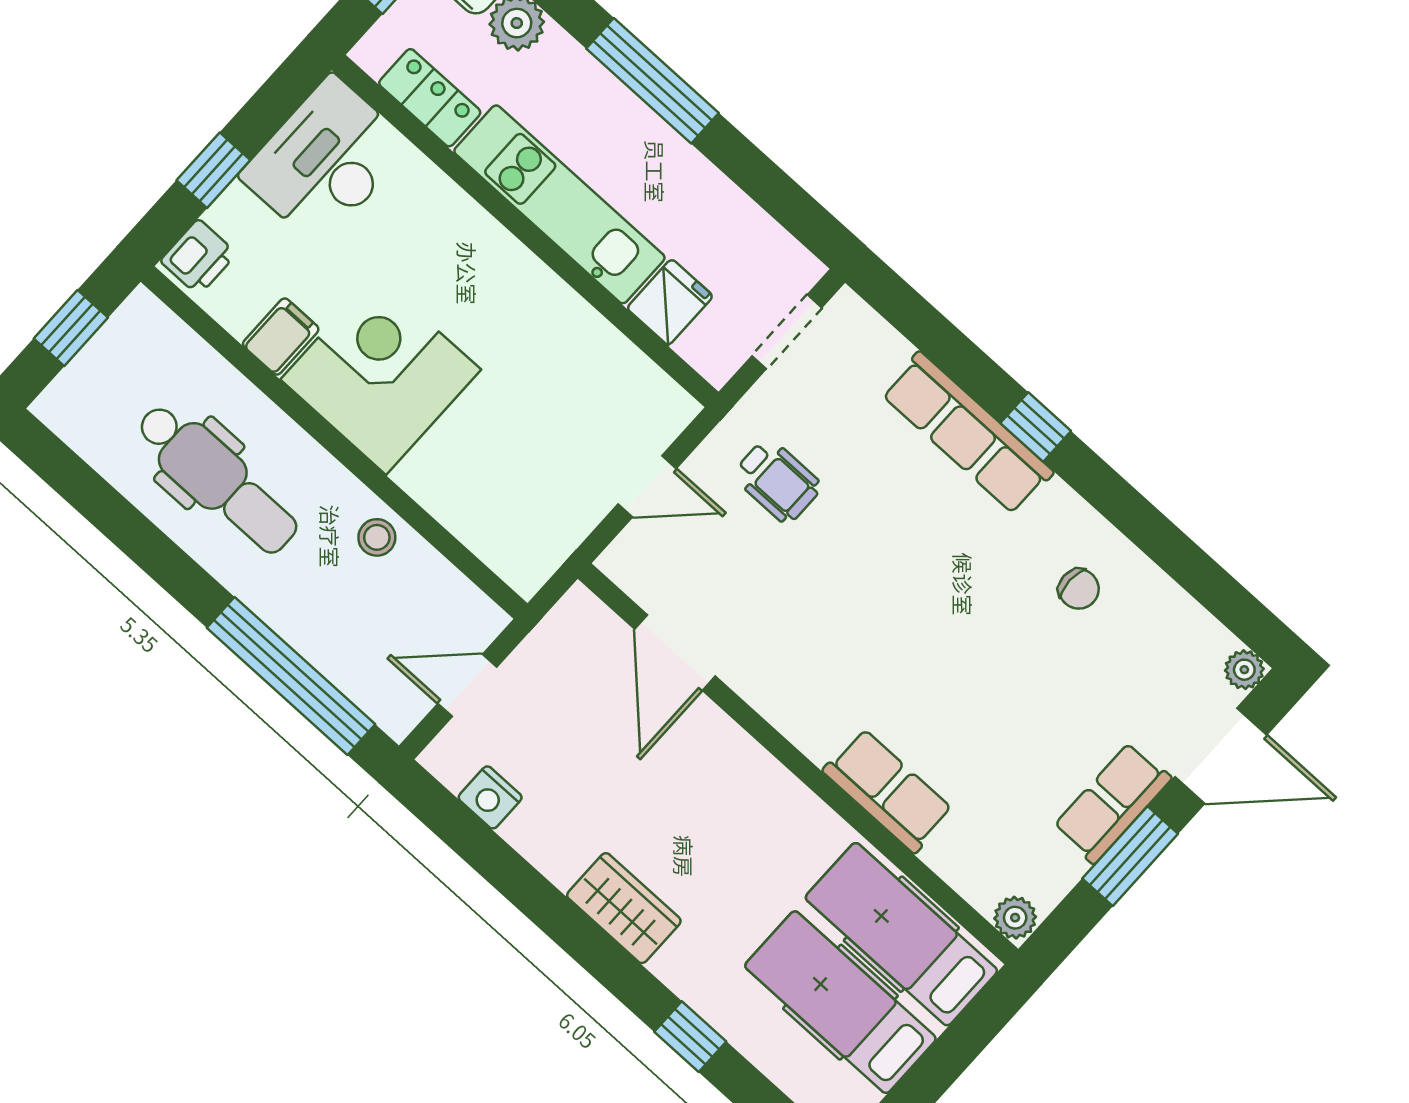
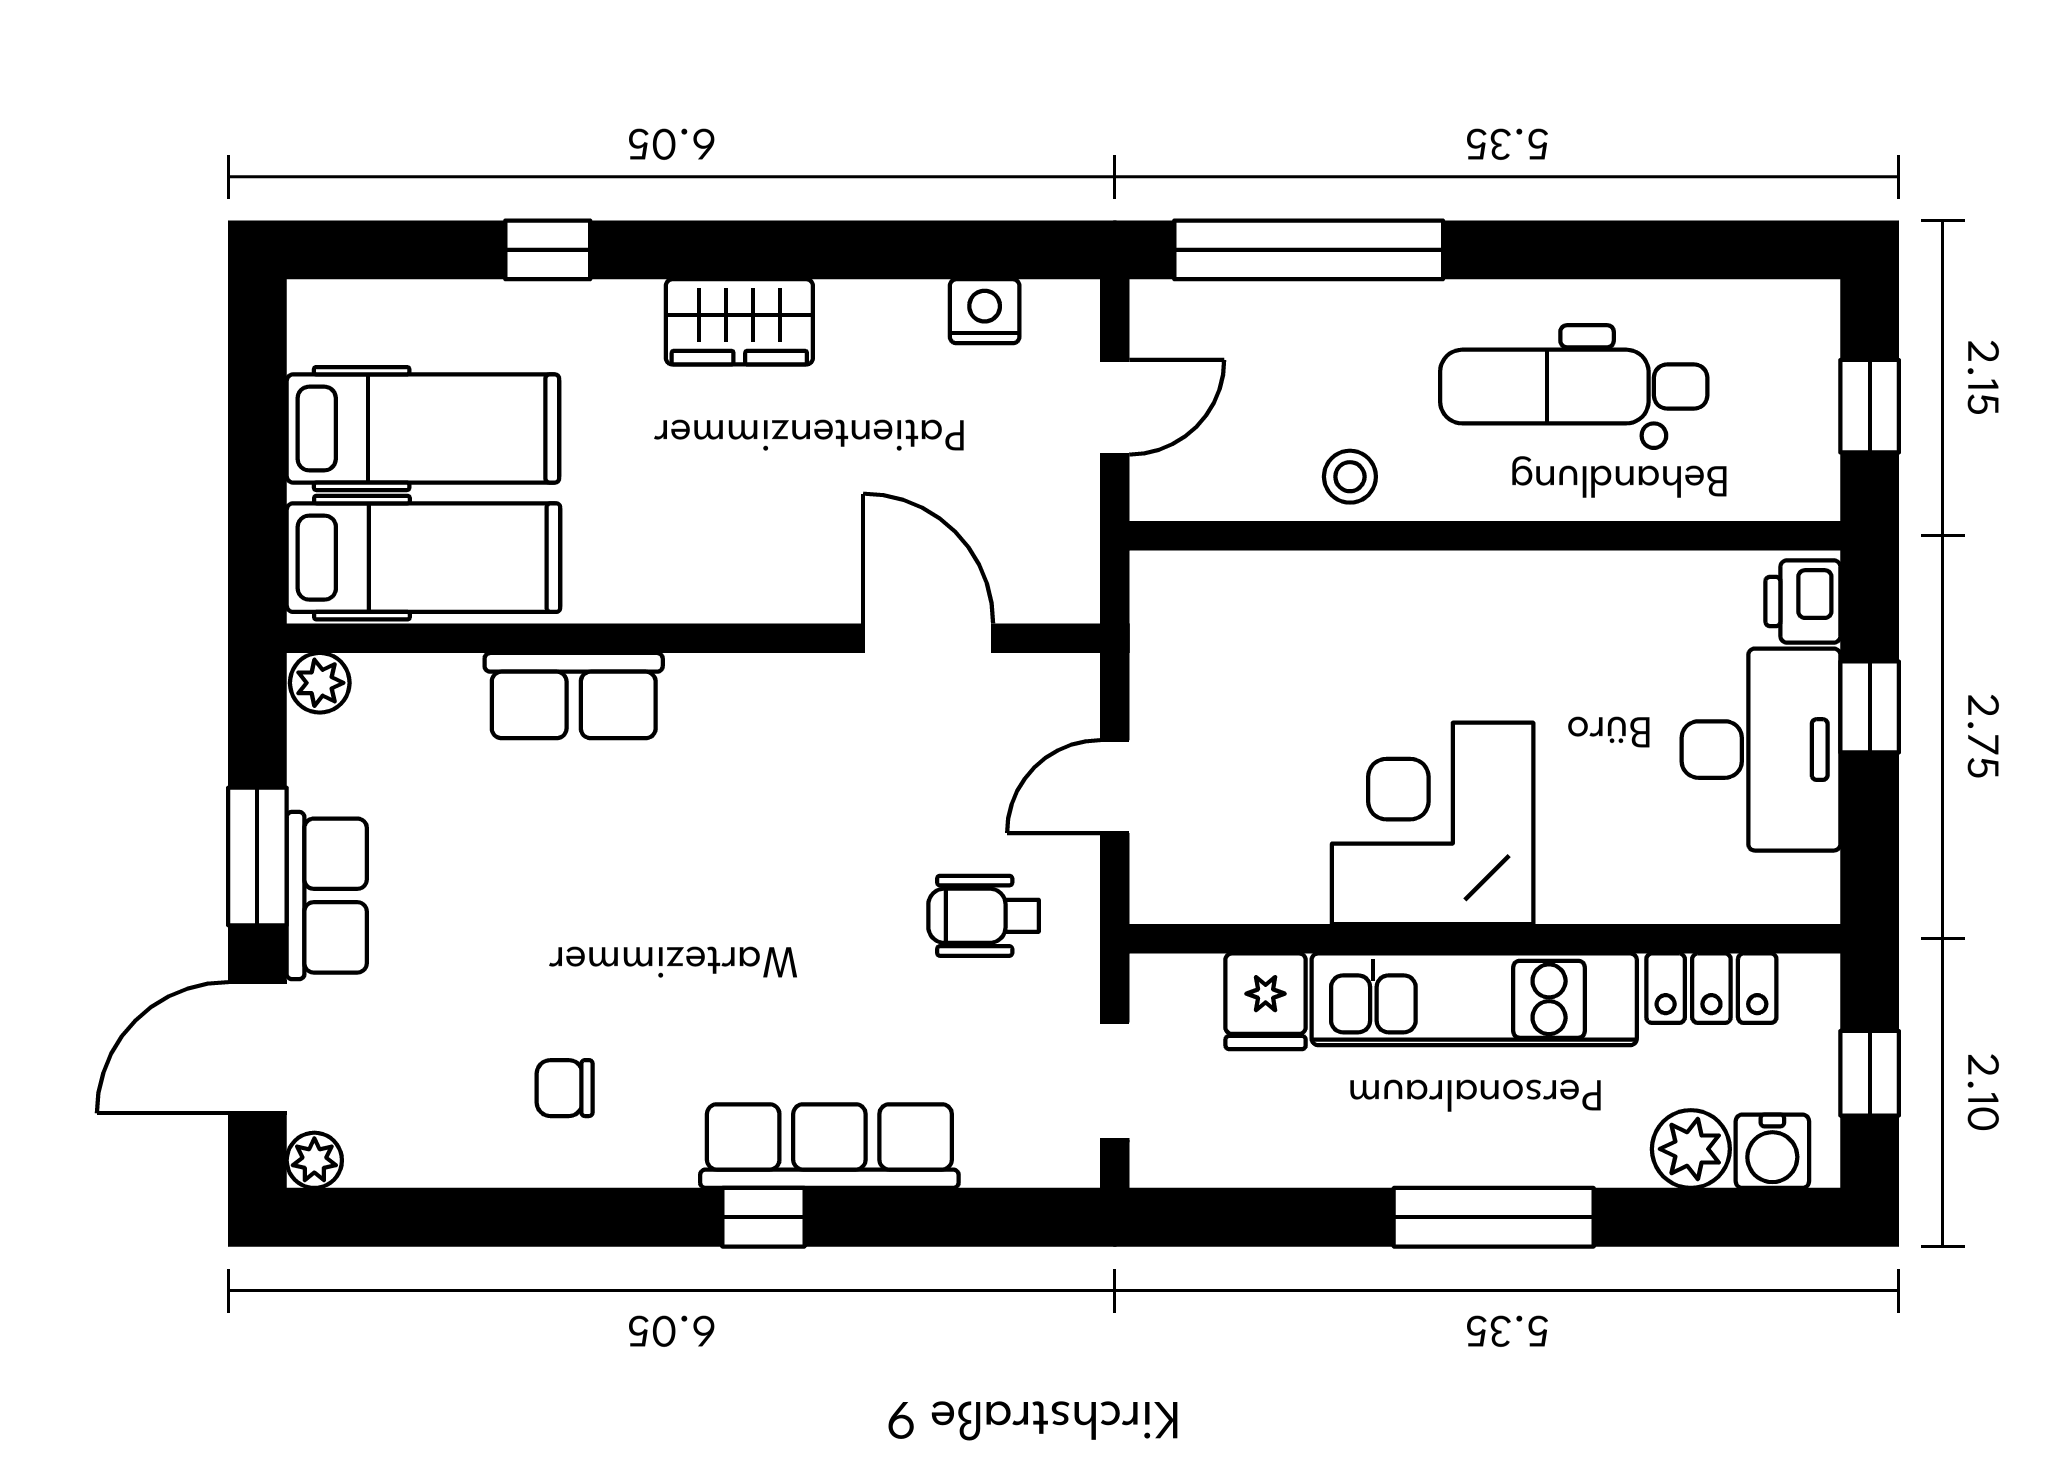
desk: (325, 161) -> (1761, 750), moved
filing cabinet: (281, 337) -> (1641, 596), removed
corner desk: (381, 375) -> (1433, 823), moved, turned 180

